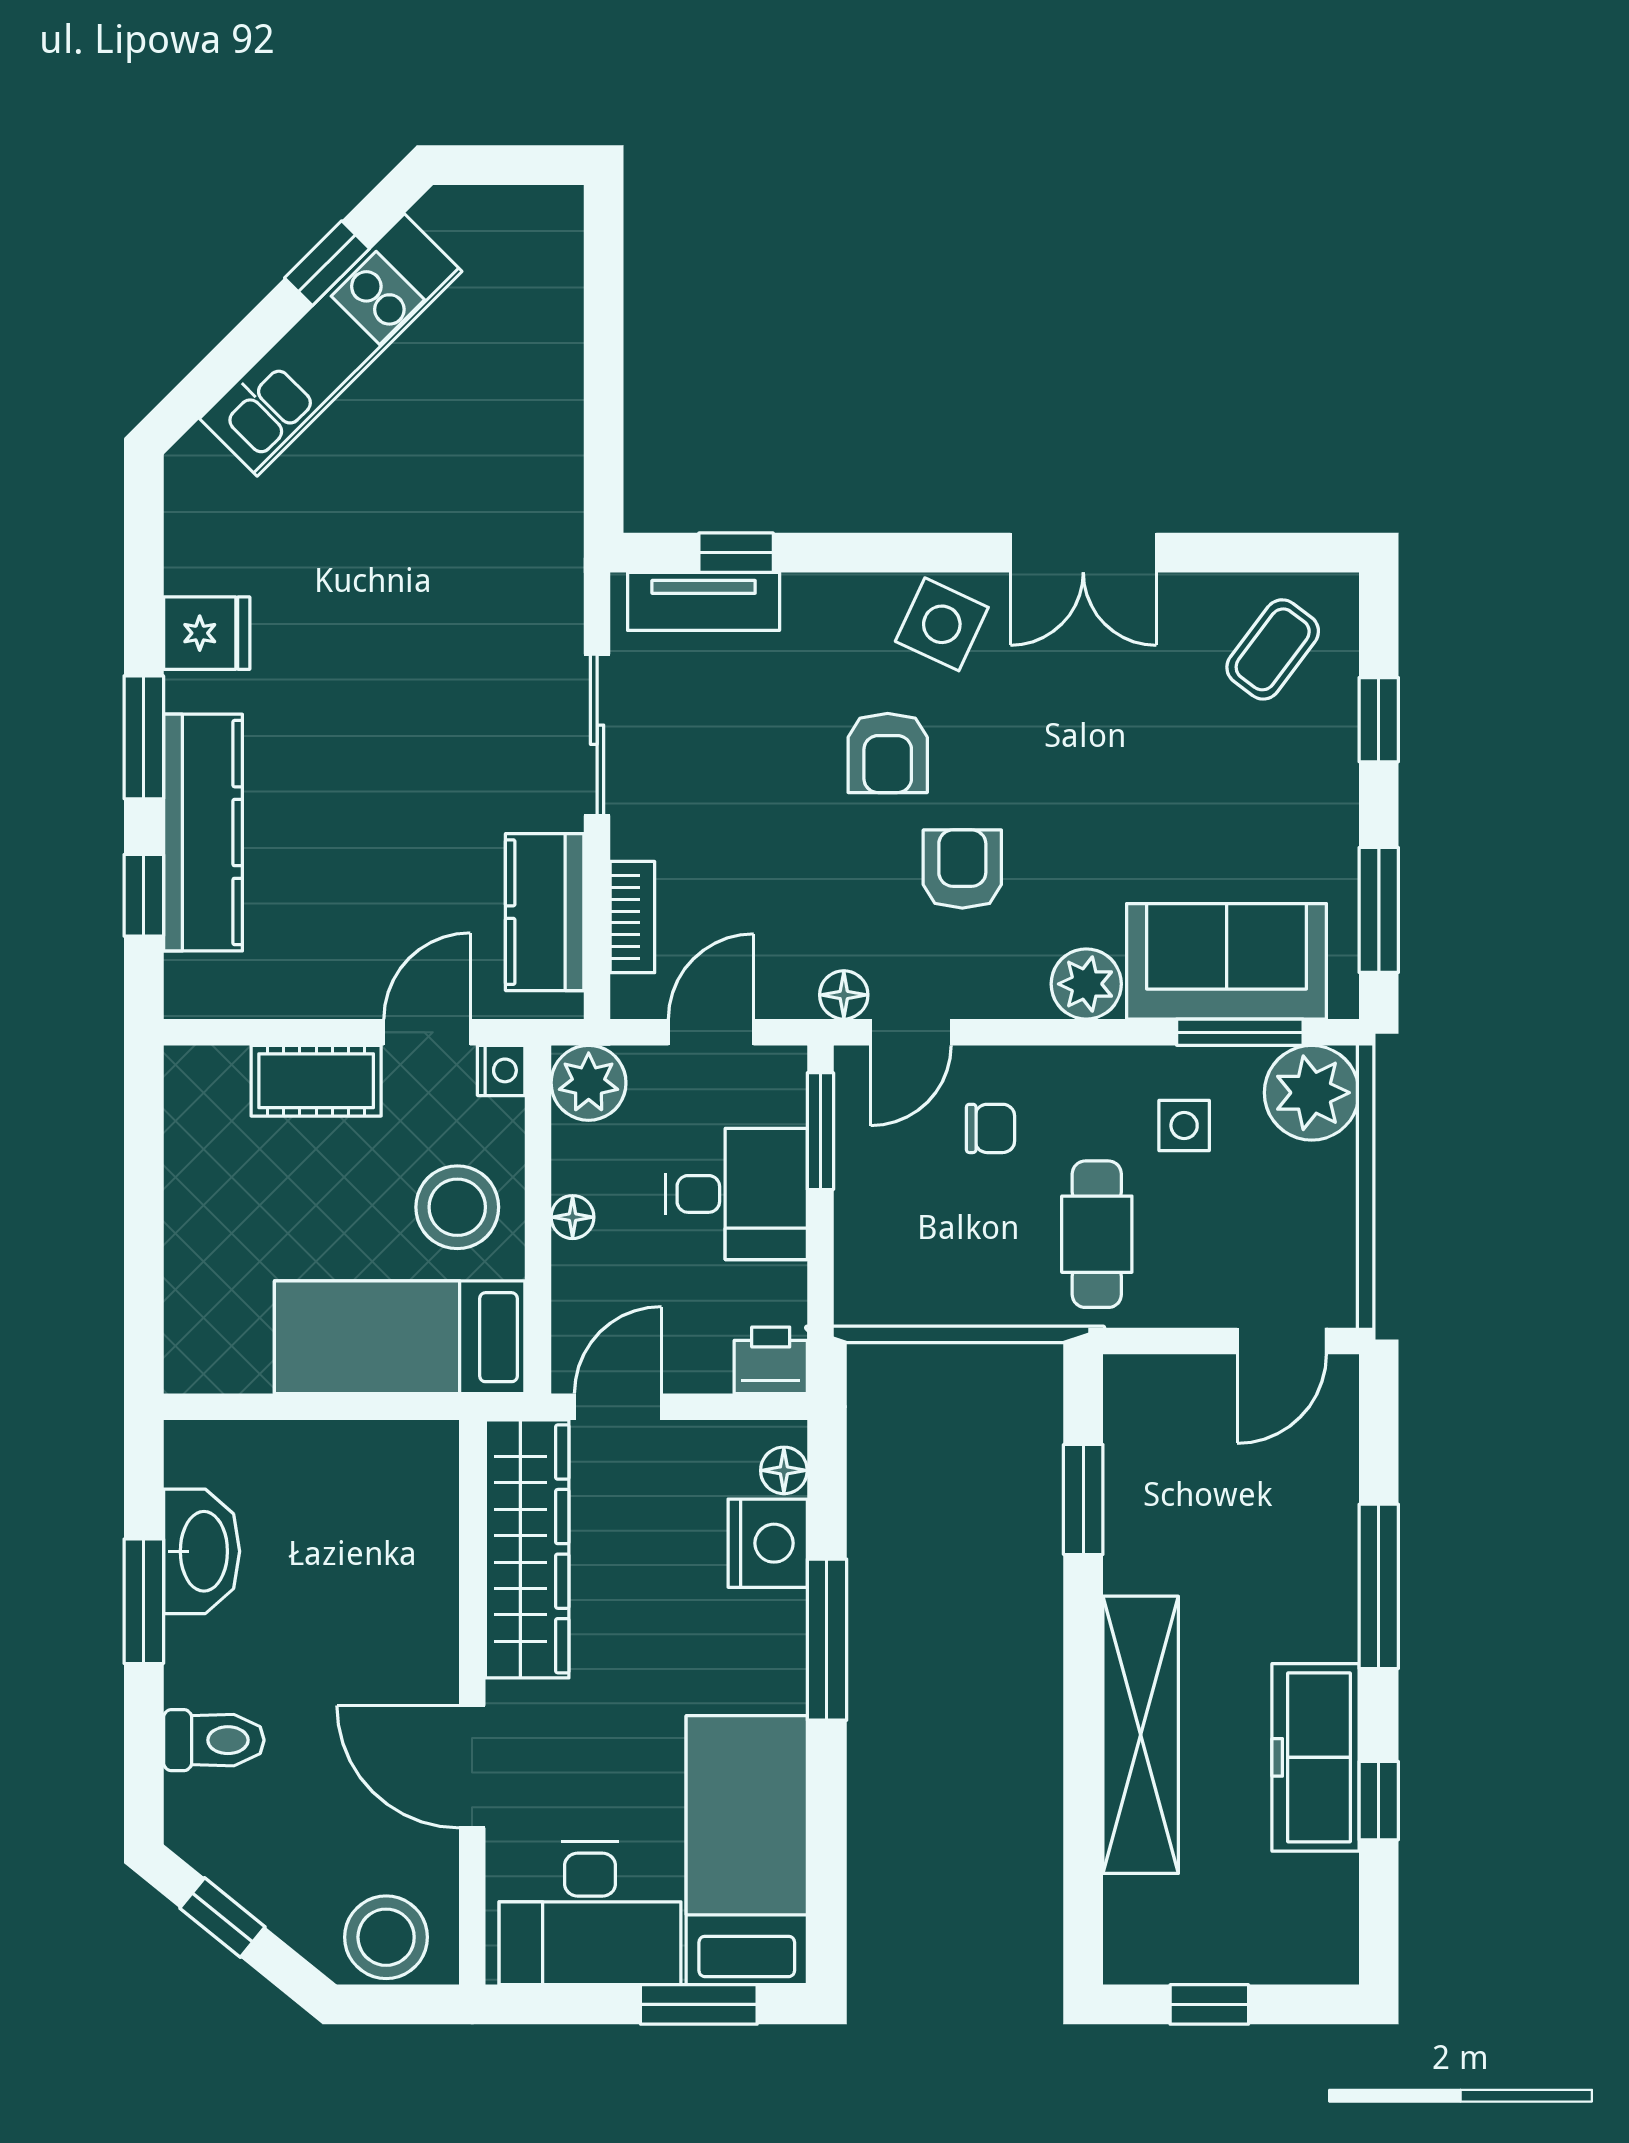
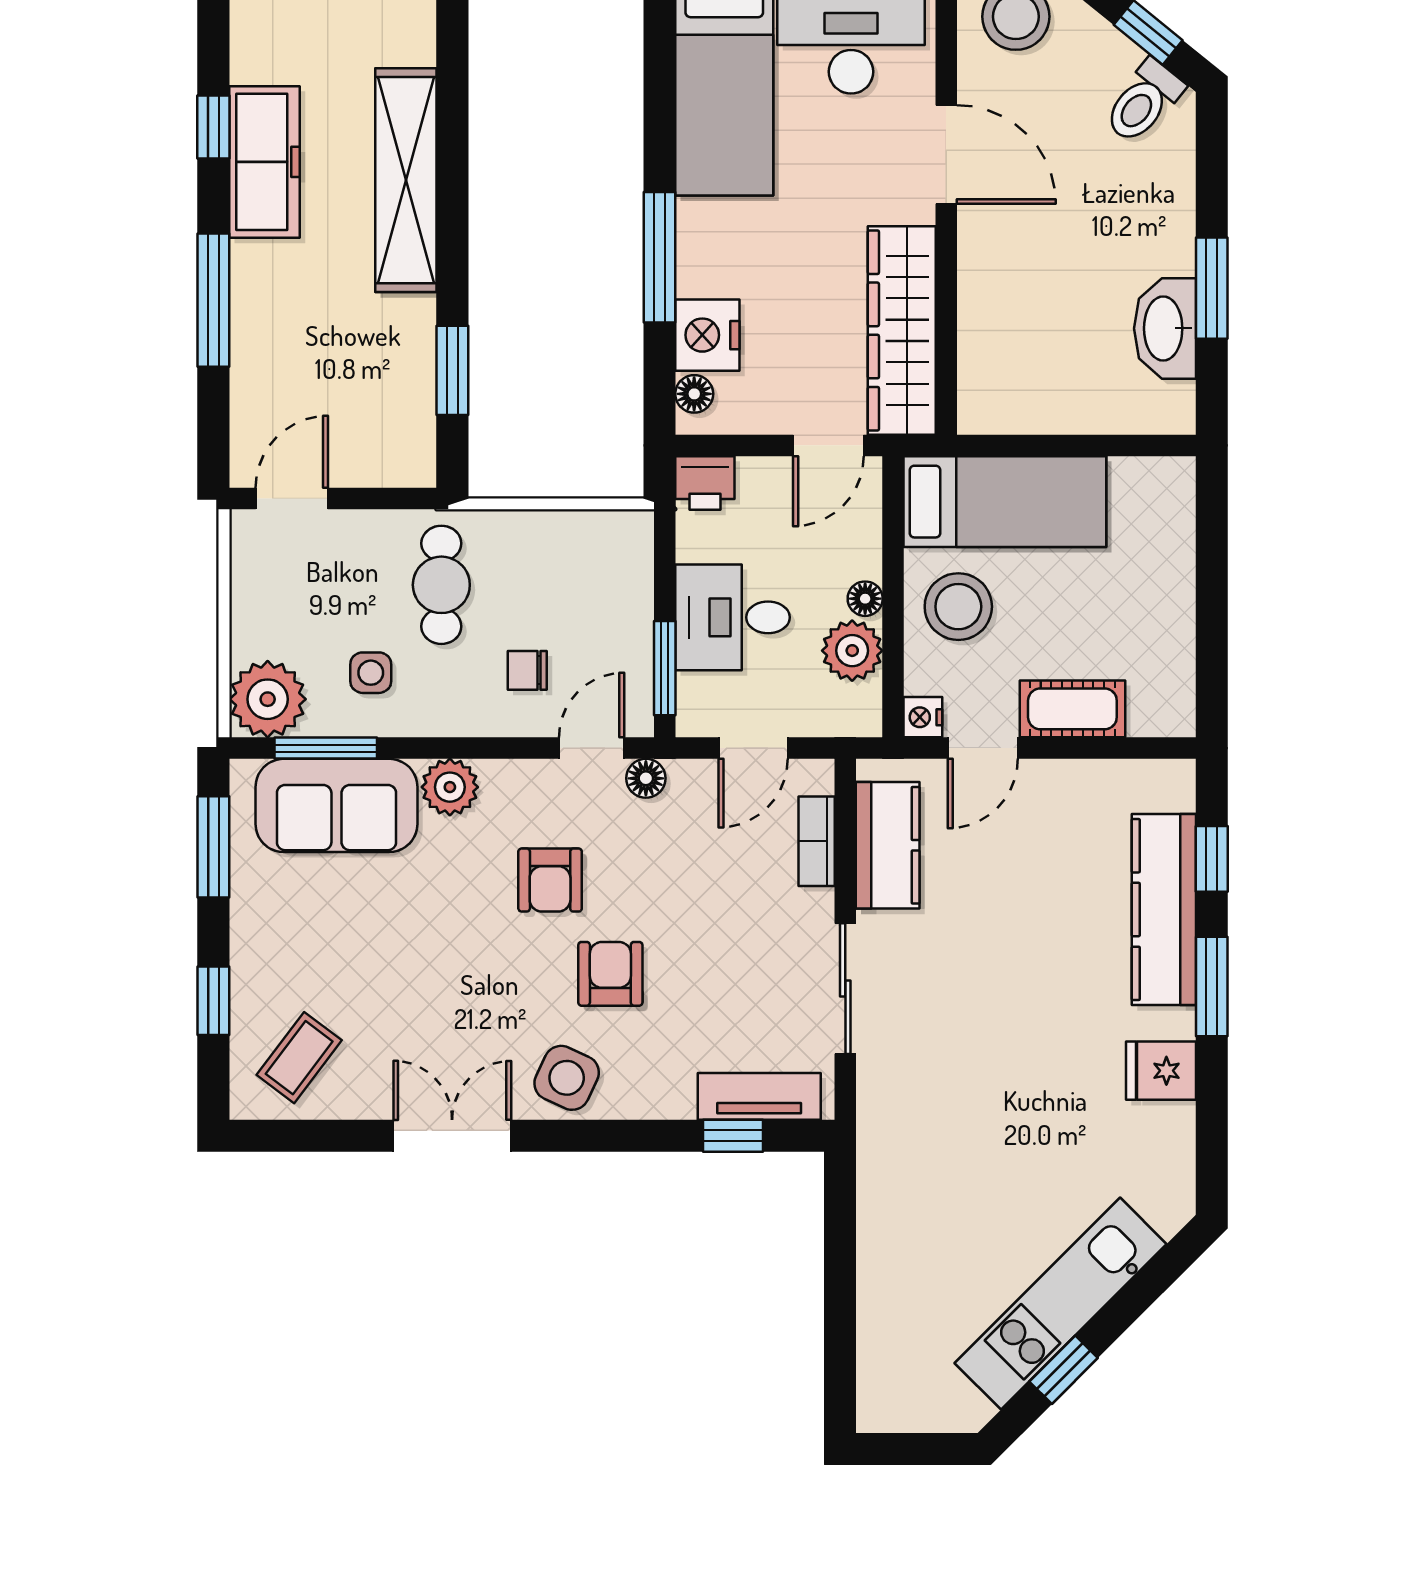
plant: (589, 1083) -> (852, 651), moved
toilet: (214, 1740) -> (1144, 102), moved, turned -51

